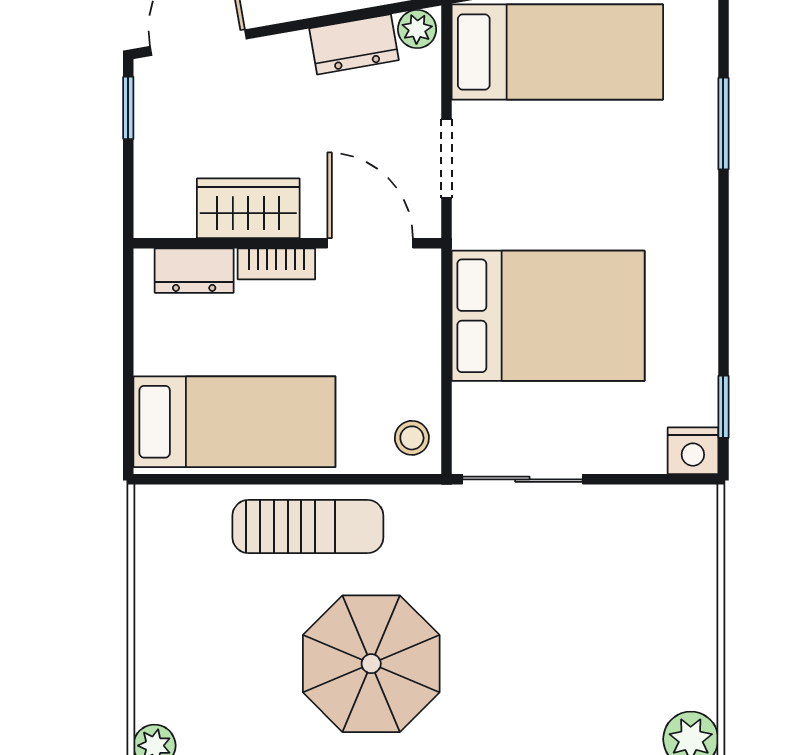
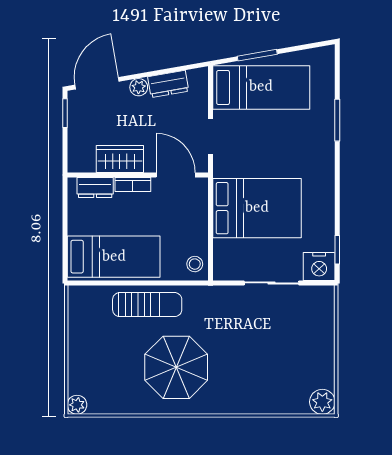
plant: (417, 29) -> (139, 87), moved
nightstand: (693, 451) -> (319, 266), width x1.36, depth x1.33
sliding door: (522, 479) -> (272, 283), moved

